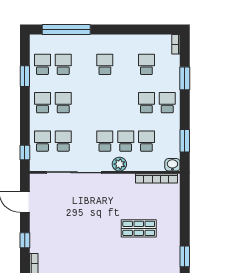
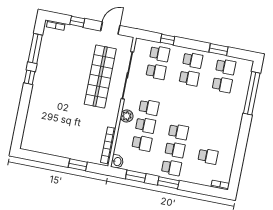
school desk: (105, 64) -> (179, 132), moved
window: (185, 78) -> (168, 183), moved
window: (25, 152) -> (167, 39), moved
shop shelf: (139, 228) -> (100, 76), moved, width x2.00, depth x1.36
window: (185, 256) -> (78, 165), moved

